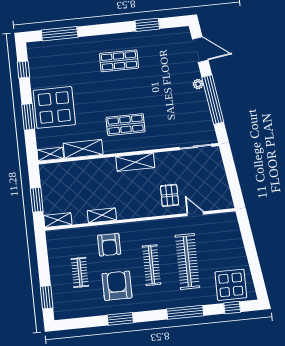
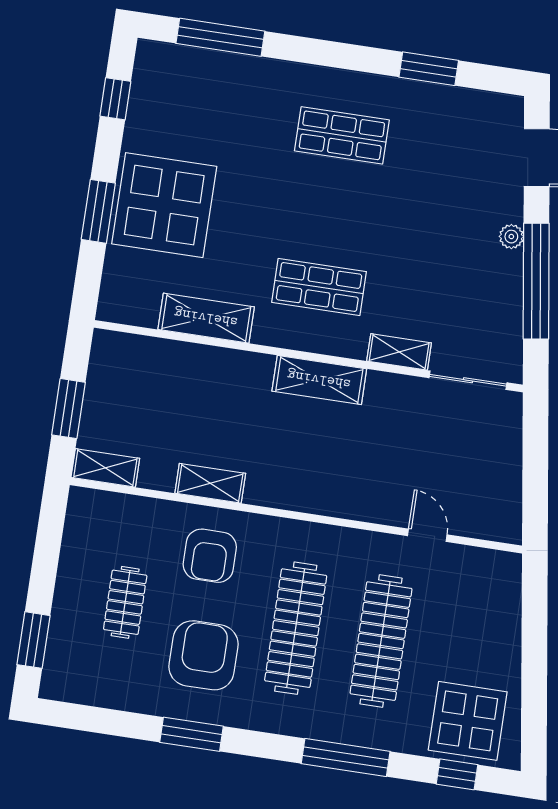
shelving: (50, 154) -> (399, 352), moved
pallet: (170, 195) -> (379, 477), removed
clothes rail: (152, 265) -> (296, 628), width x1.37, depth x1.31

